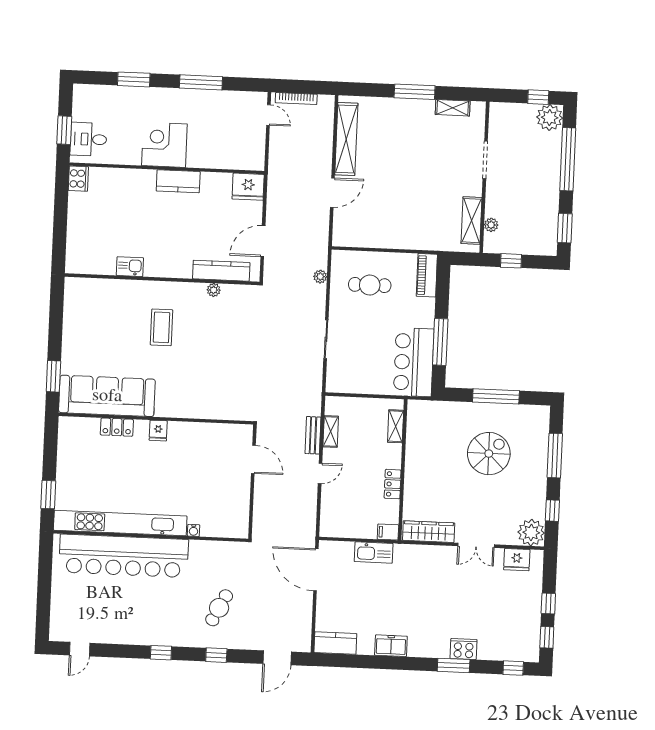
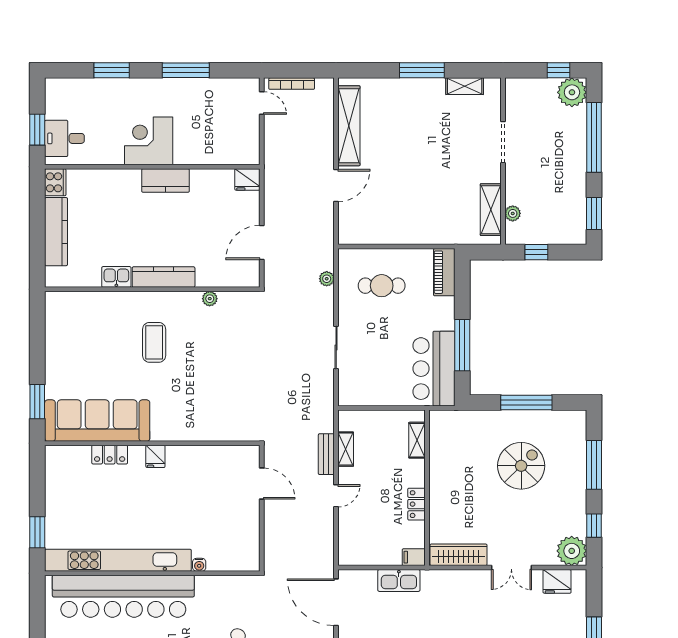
fridge: (248, 187) -> (247, 179), width x0.73, depth x0.75
kitchen counter: (77, 223) -> (56, 232), added
kitchen counter: (221, 271) -> (164, 277), moved

